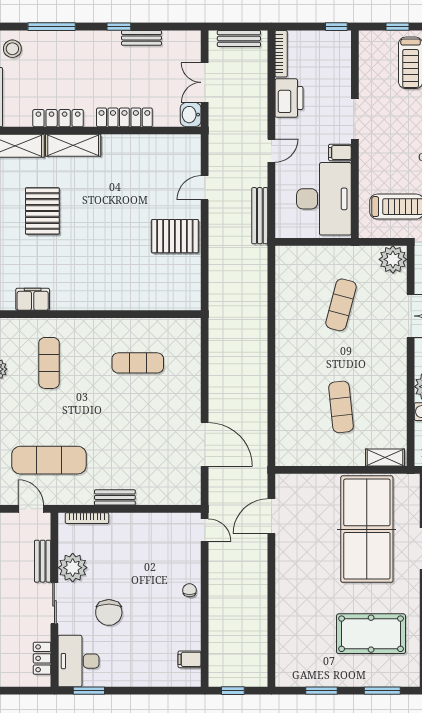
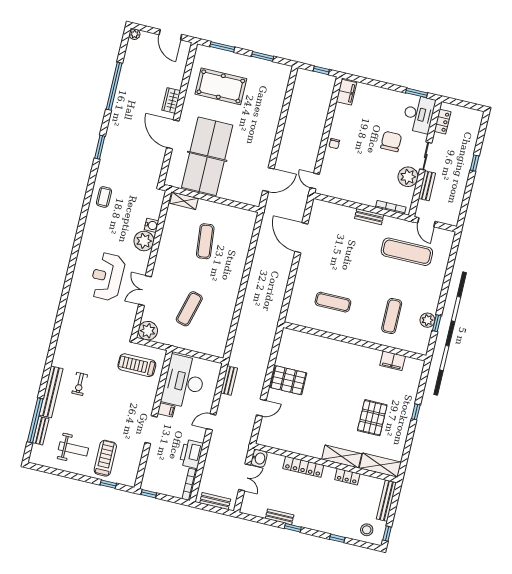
window: (52, 27) -> (337, 538), width x0.46
locker: (58, 118) -> (347, 477), width x0.66
bench: (260, 216) -> (229, 380), width x0.73
filing cabinet: (189, 659) -> (346, 92), width x2.00

